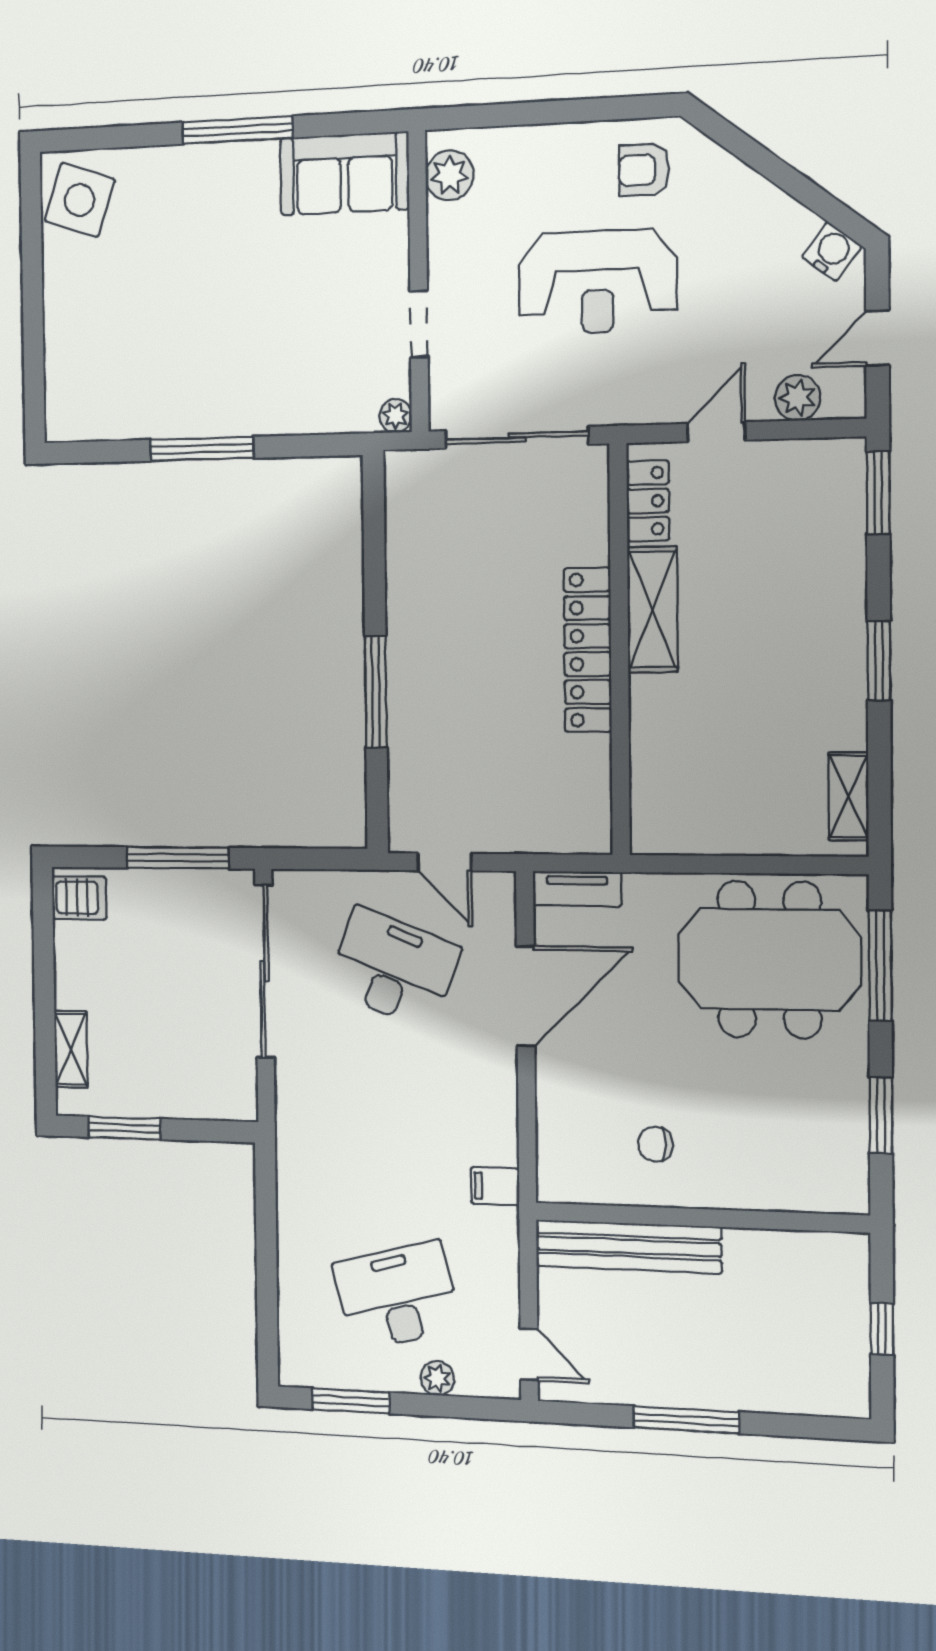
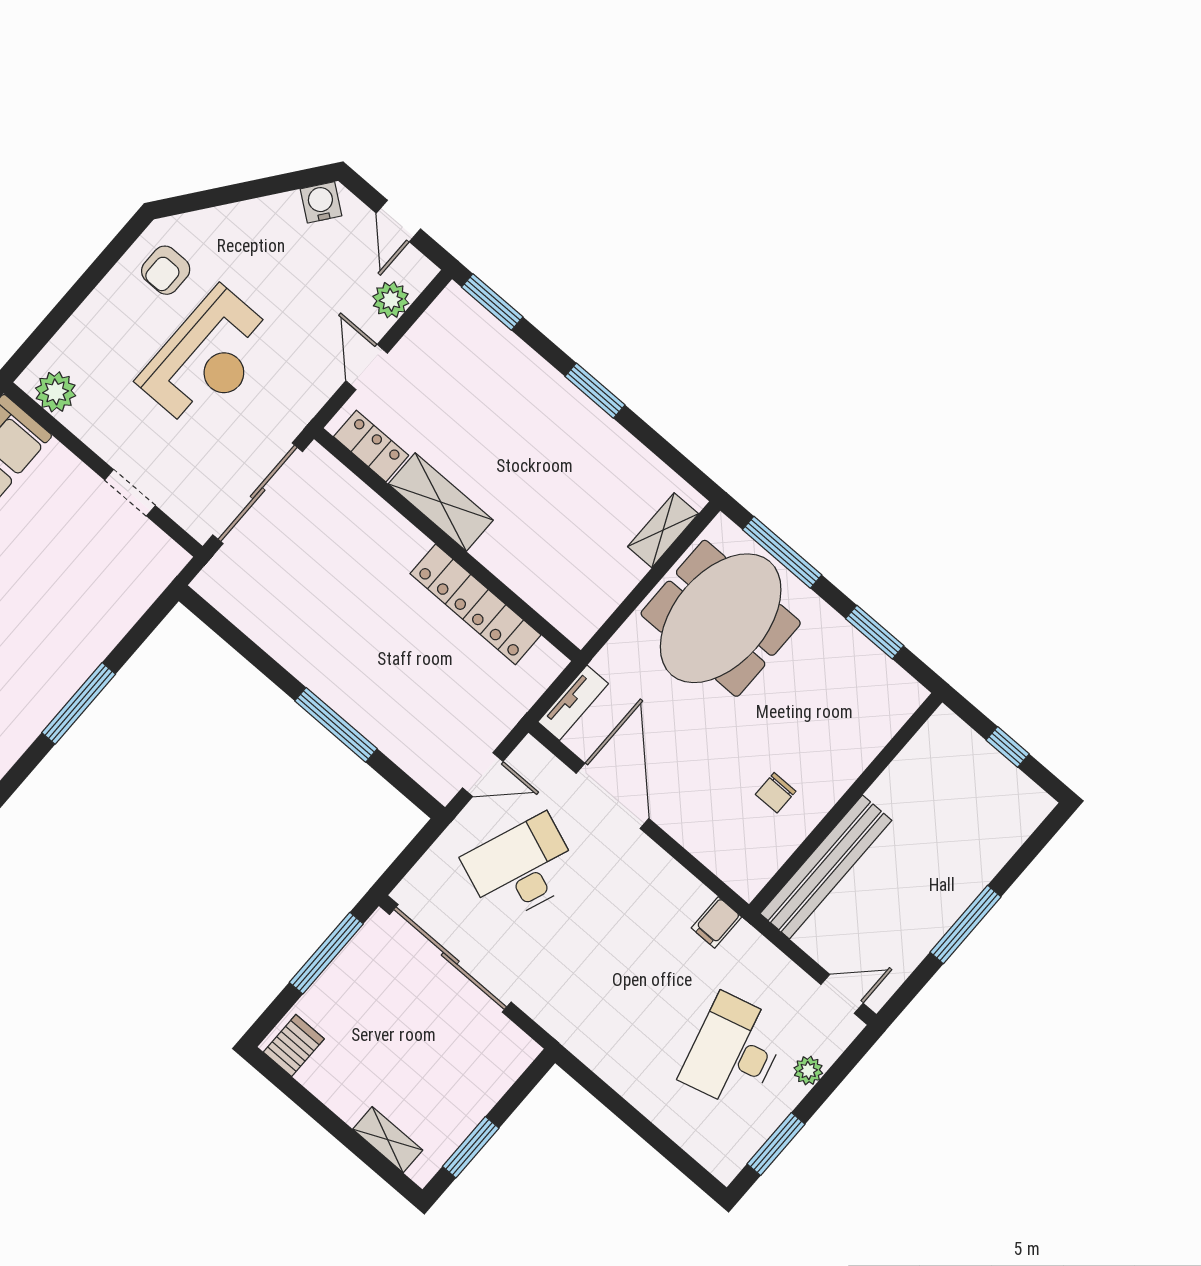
plant: (395, 416) -> (173, 558), removed
locker: (588, 650) -> (476, 604), moved
shelving: (849, 796) -> (663, 530), moved, turned 90

